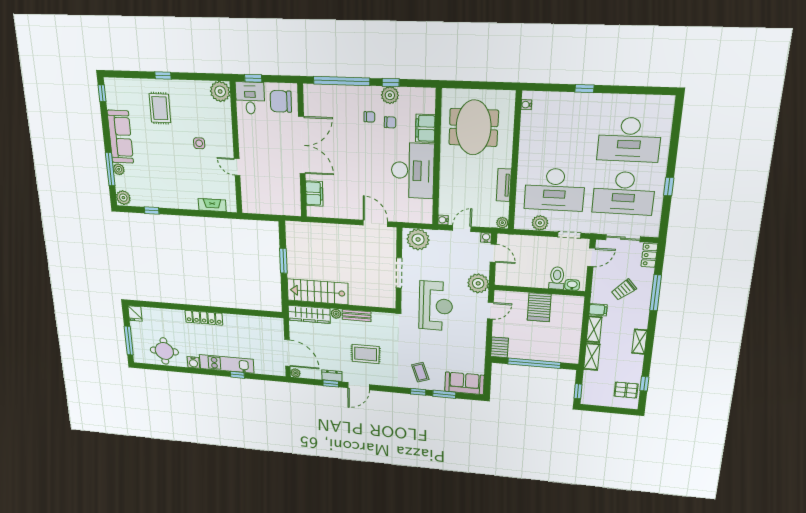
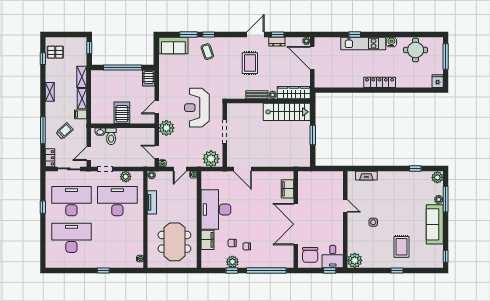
chair: (281, 101) -> (310, 255), turned 90
rug: (366, 354) -> (250, 63), turned 90

